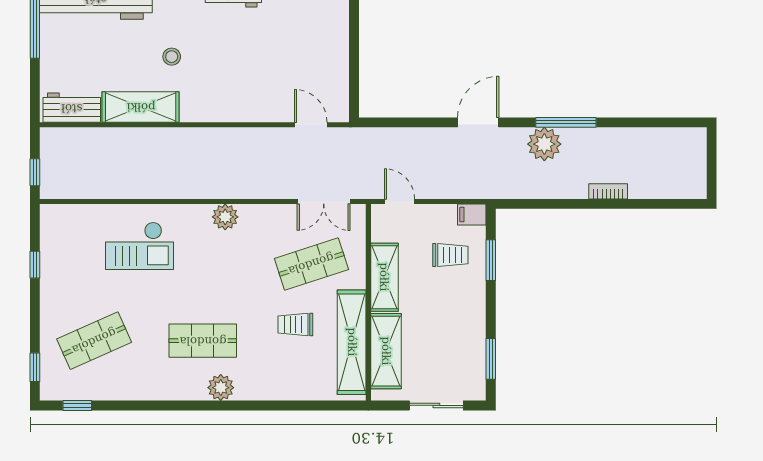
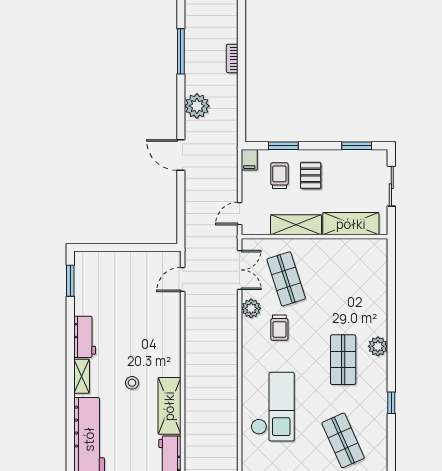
window: (566, 122) -> (181, 51), moved
plant: (225, 217) -> (251, 308), moved
checkout: (140, 246) -> (273, 407), width x1.36, depth x1.21
pallet: (451, 297) -> (311, 175), added
trolley: (295, 324) -> (279, 328), moved
shelving: (352, 342) -> (344, 249), removed
window: (77, 405) -> (391, 403), moved

